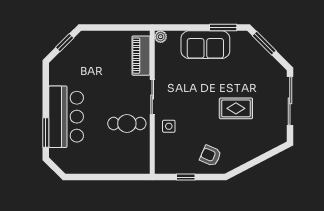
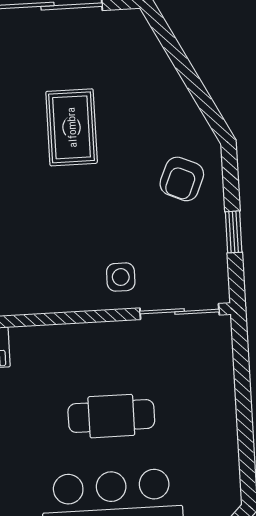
sliding door: (152, 97) -> (180, 312), moved
cafe table: (127, 124) -> (111, 416), moved, turned 90

